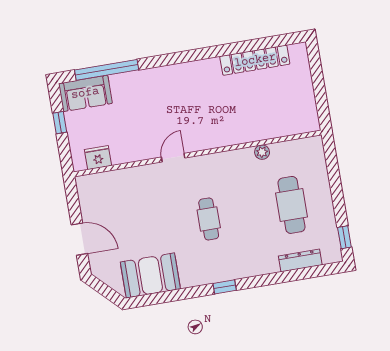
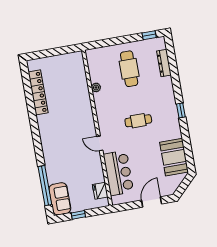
bar counter: (126, 187) -> (118, 173), added
cafe table: (292, 205) -> (129, 69), turned 90

